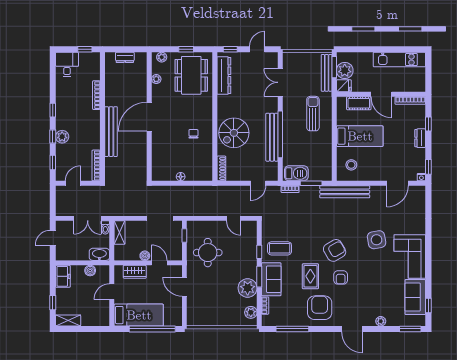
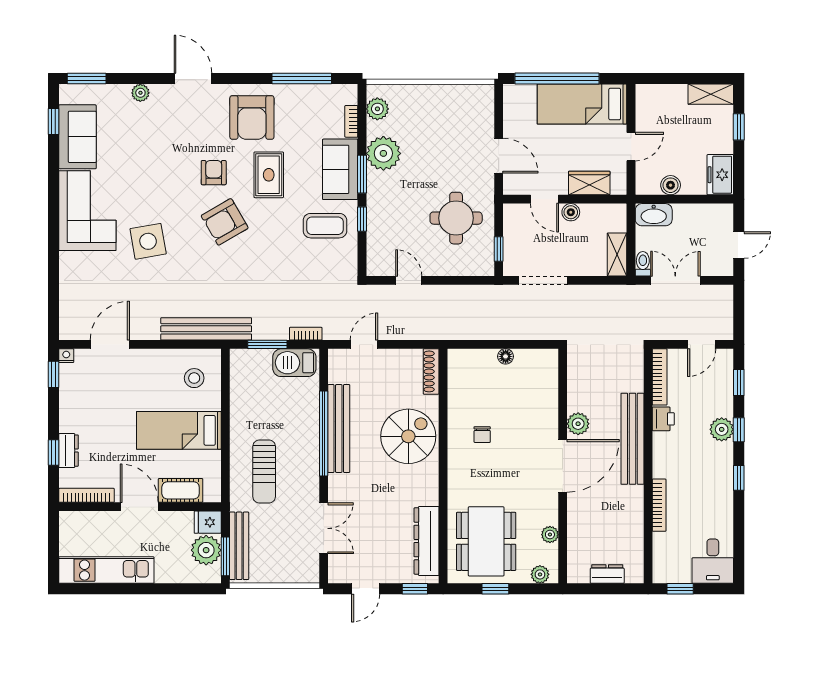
dresser: (420, 138) -> (68, 451), moved
plant: (141, 140) -> (578, 424), added
printer: (94, 142) -> (663, 419), added

